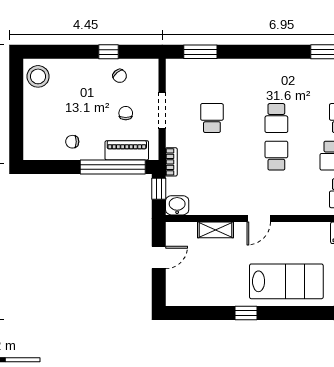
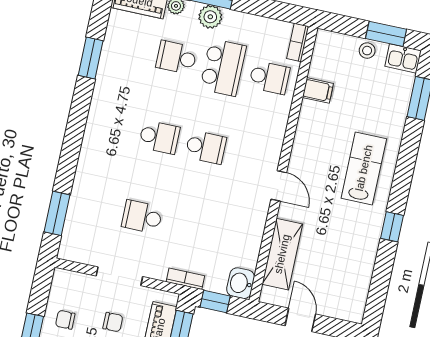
chair: (120, 76) -> (65, 320), turned -140
chair: (126, 113) -> (113, 322), turned 180
school desk: (276, 156) -> (206, 147), turned 180
shelving: (215, 230) -> (282, 254), width x1.50, depth x1.33
lab bench: (286, 281) -> (364, 168), width x0.73, depth x0.72

